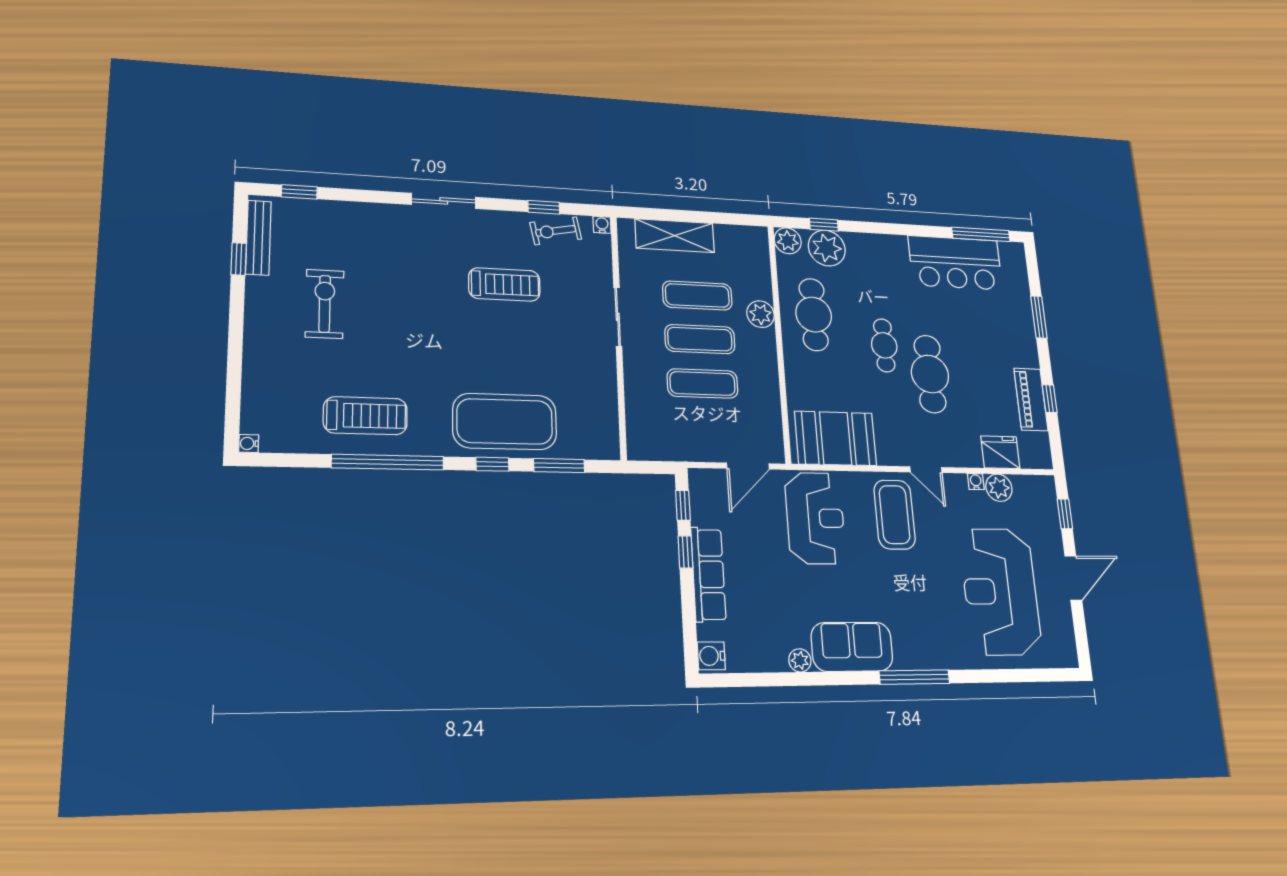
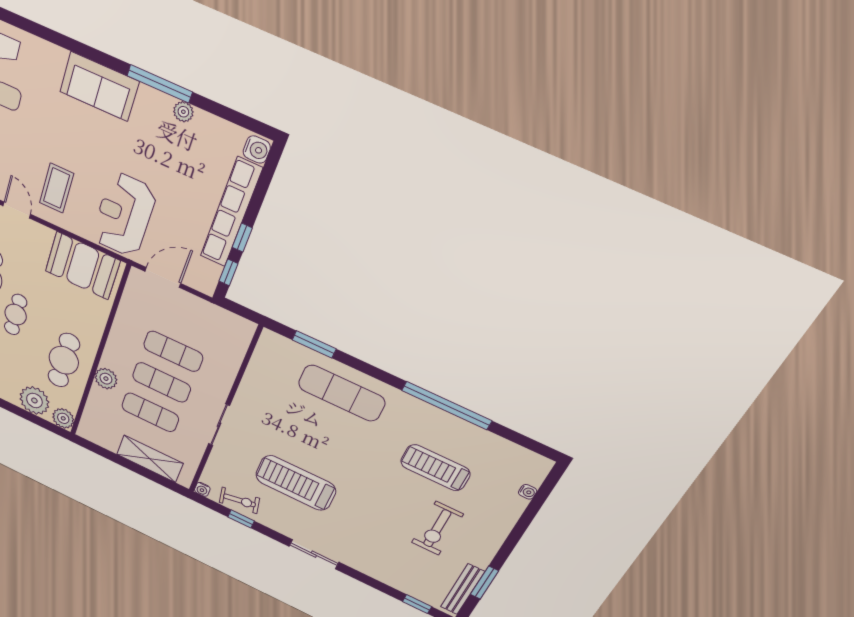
window: (824, 225) -> (30, 417), removed
window: (239, 259) -> (484, 583), width x1.50
treadmill: (504, 284) -> (296, 483), width x1.37, depth x1.38
treadmill: (365, 416) -> (435, 468), moved
exercise mat: (505, 422) -> (342, 393), width x0.68
water cooler: (249, 443) -> (528, 492), moved
window: (492, 464) -> (366, 368), removed
coffee table: (895, 515) -> (57, 188), width x0.73, depth x0.76
row of seats: (708, 574) -> (231, 213), width x1.36
sofa: (852, 647) -> (99, 87), moved
window: (914, 677) -> (160, 84), moved

